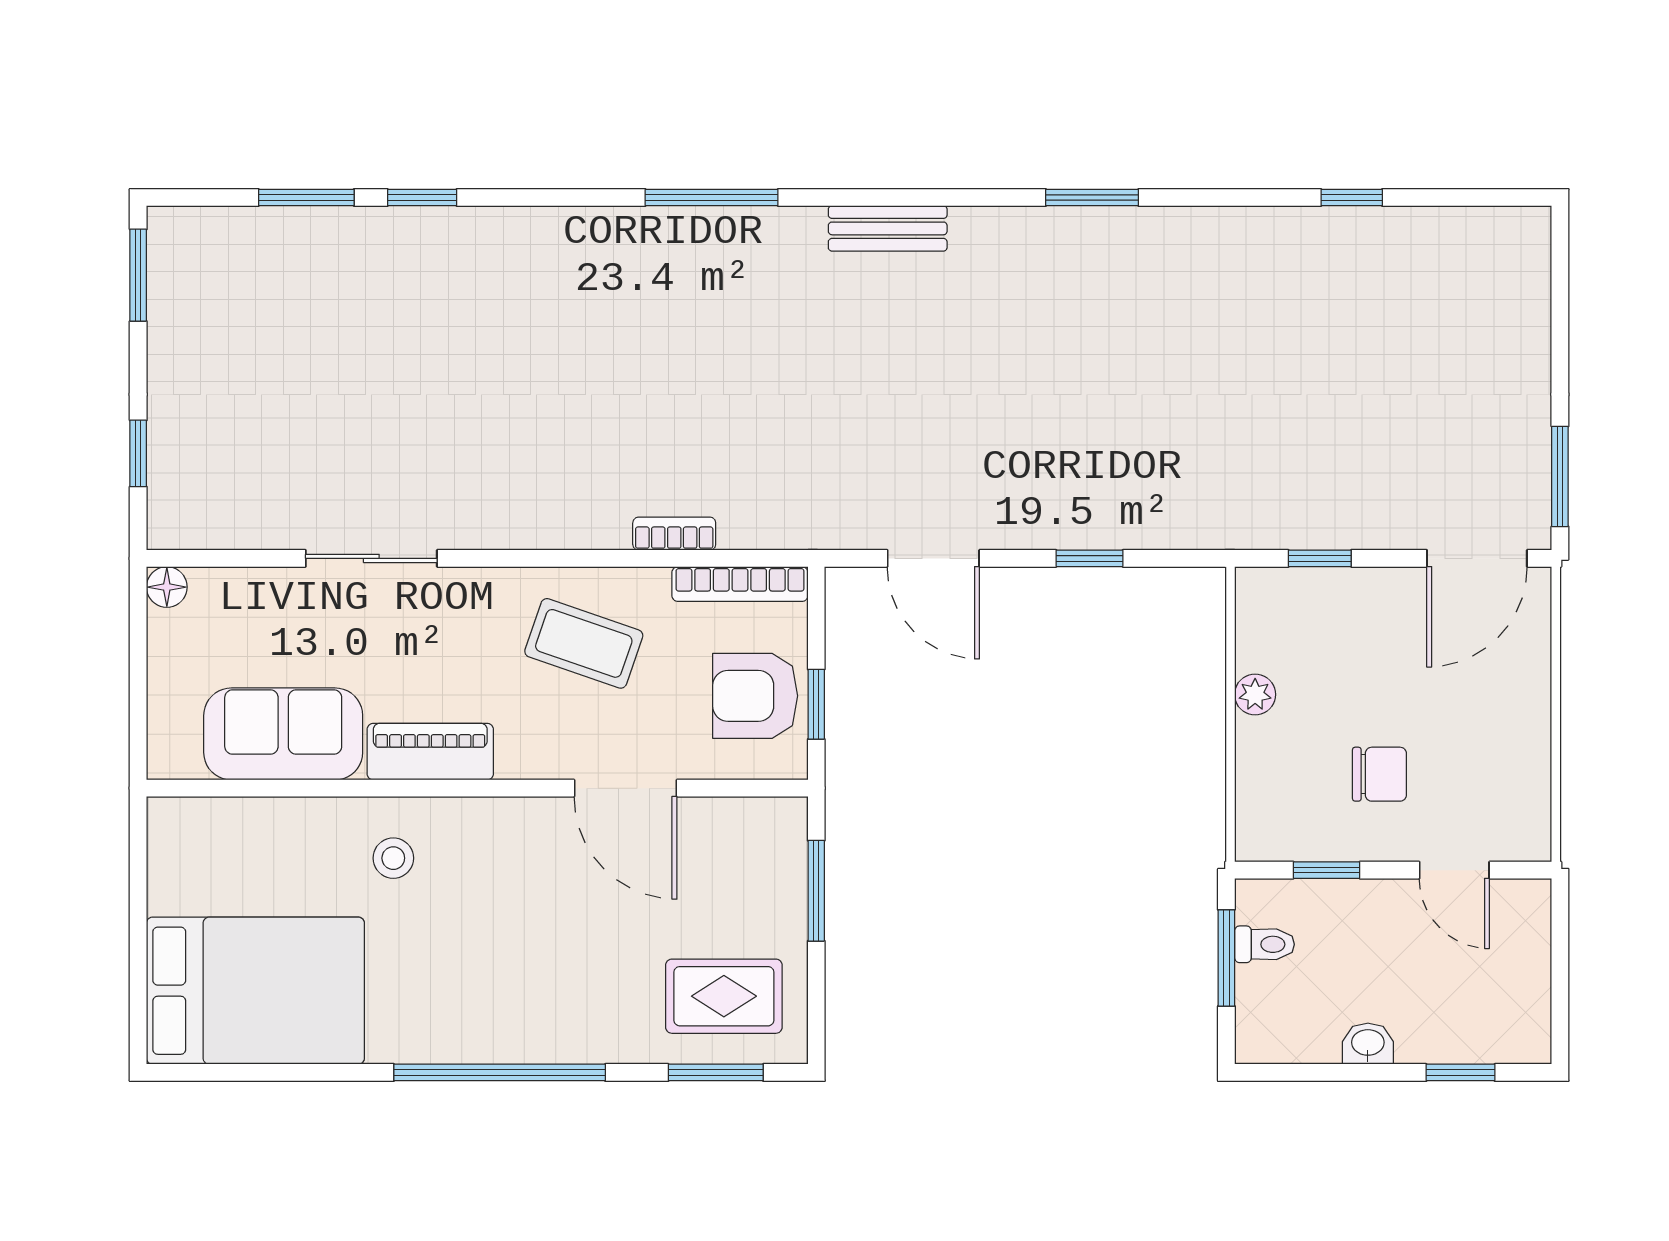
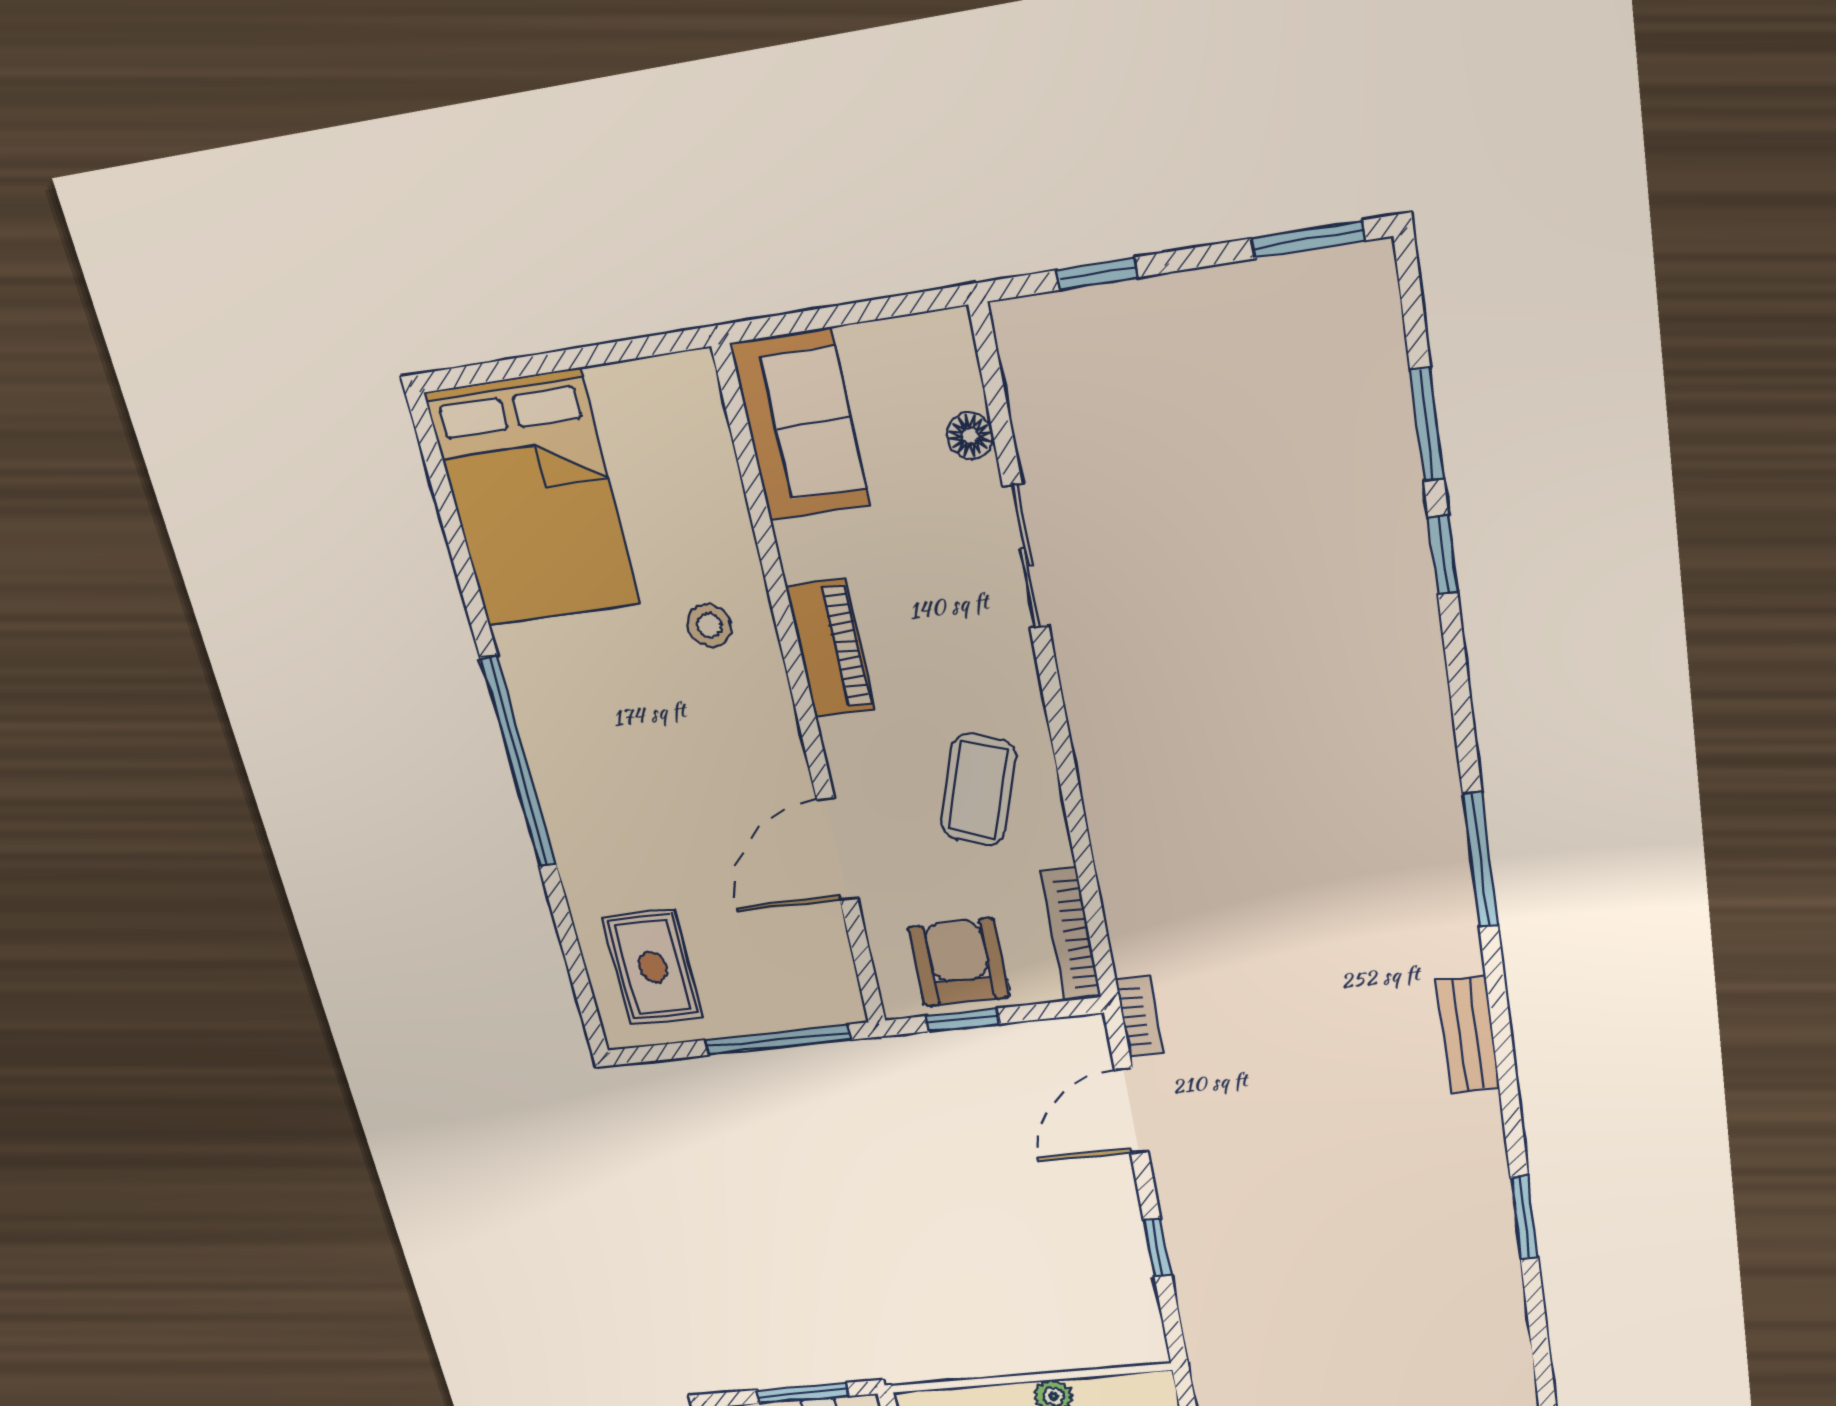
bookcase: (674, 534) -> (1139, 1016), moved
floor lamp: (167, 587) -> (970, 436), moved
sofa: (283, 734) -> (800, 425), moved
window: (816, 891) -> (778, 1040), width x1.44
window: (716, 1072) -> (577, 968), removed

